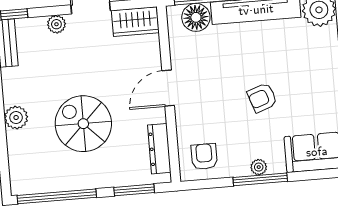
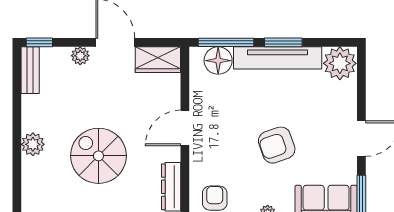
armchair: (262, 98) -> (277, 145), width x1.38, depth x1.38

